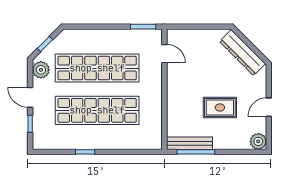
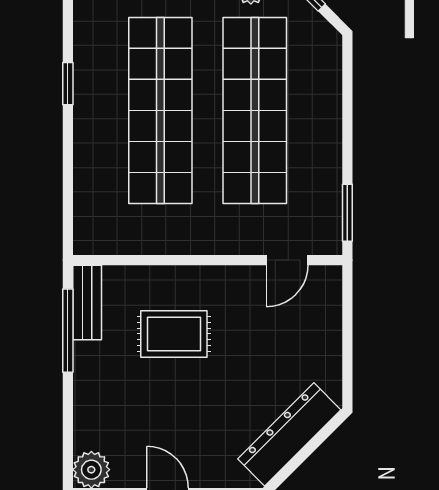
rug: (220, 108) -> (174, 334), moved, turned 90
bench: (189, 143) -> (87, 303), width x0.73

